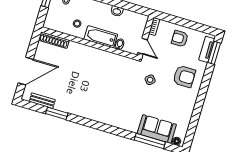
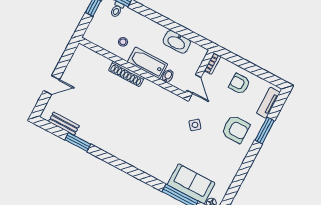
washbasin: (117, 11) -> (177, 42), width x1.91, depth x1.45
shoe rack: (54, 40) -> (126, 74), moved
window: (214, 53) -> (265, 131), moved
door: (26, 71) -> (52, 85), width x0.53

